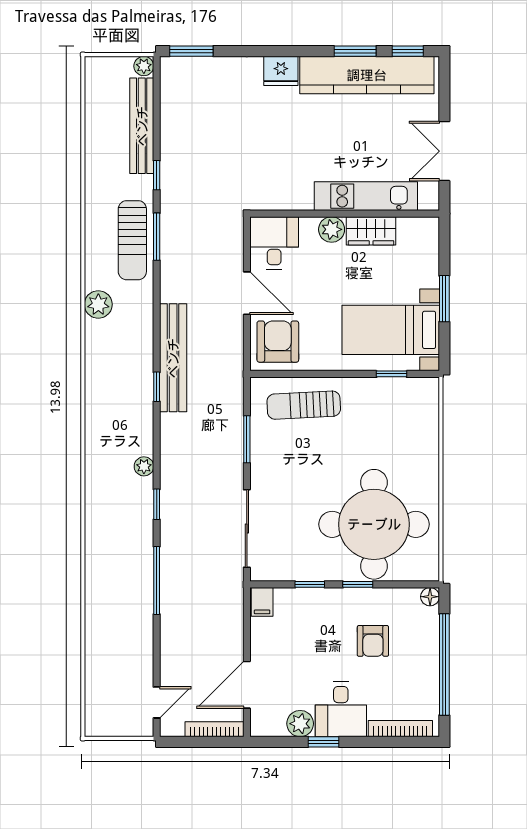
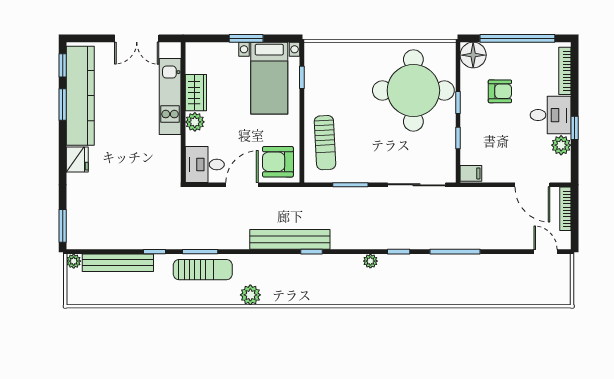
floor lamp: (430, 597) -> (473, 55), width x1.89, depth x1.89

